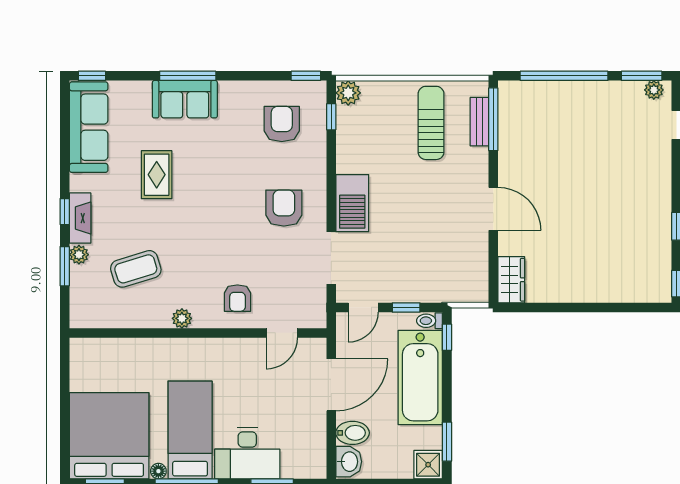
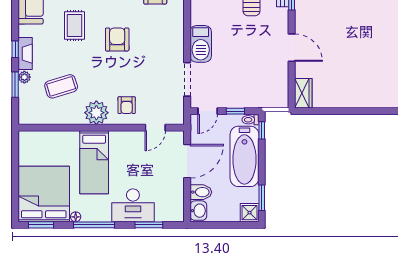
armchair: (284, 208) -> (117, 39), moved
plant: (182, 318) -> (96, 113), width x1.87, depth x1.87
bed: (190, 430) -> (94, 162), moved, turned 180

